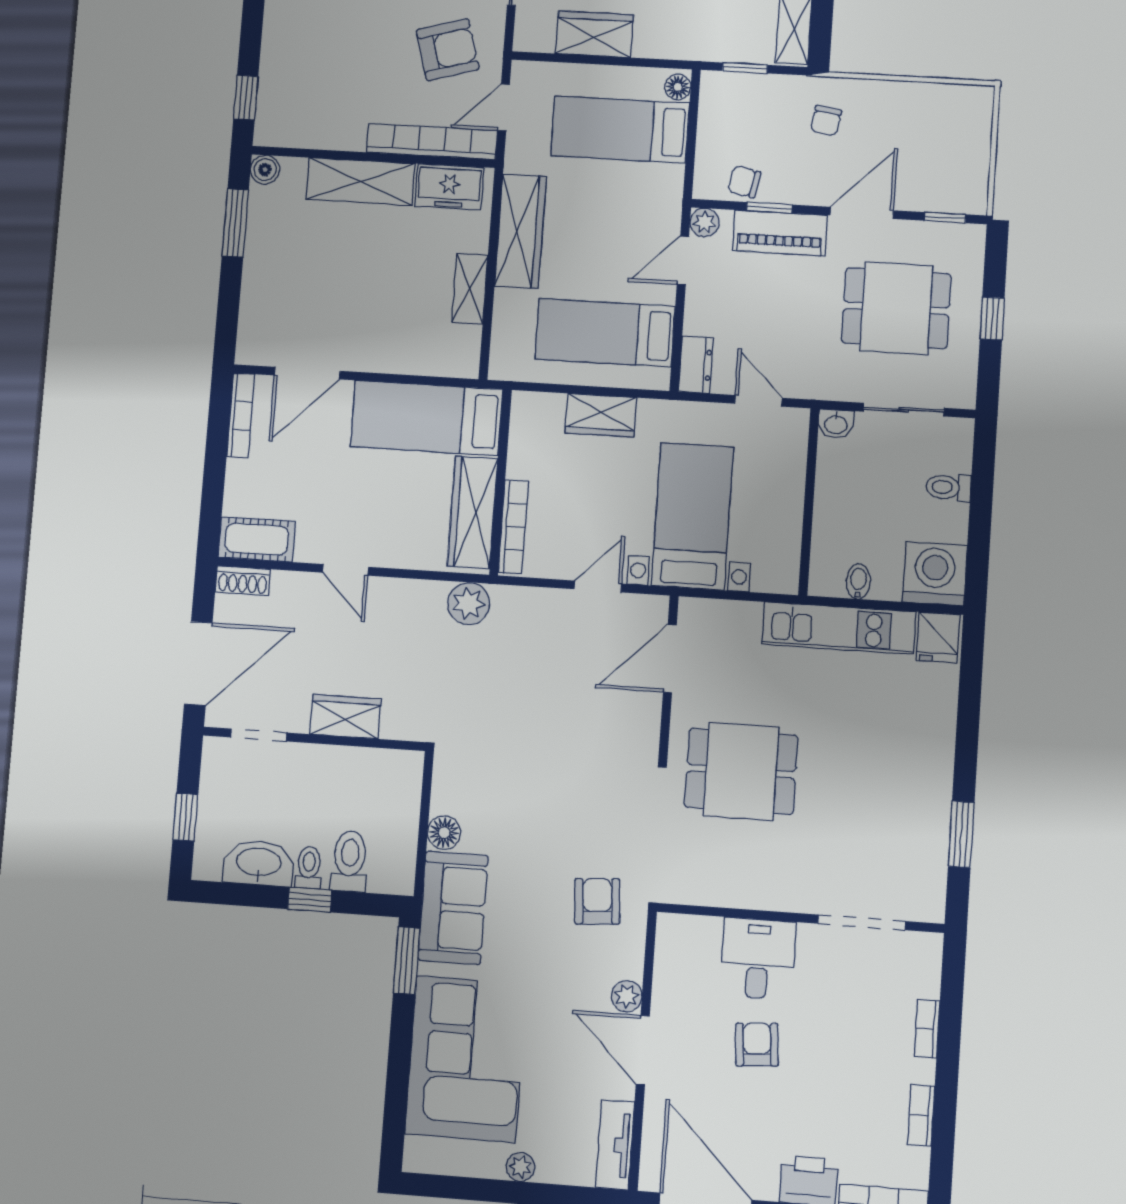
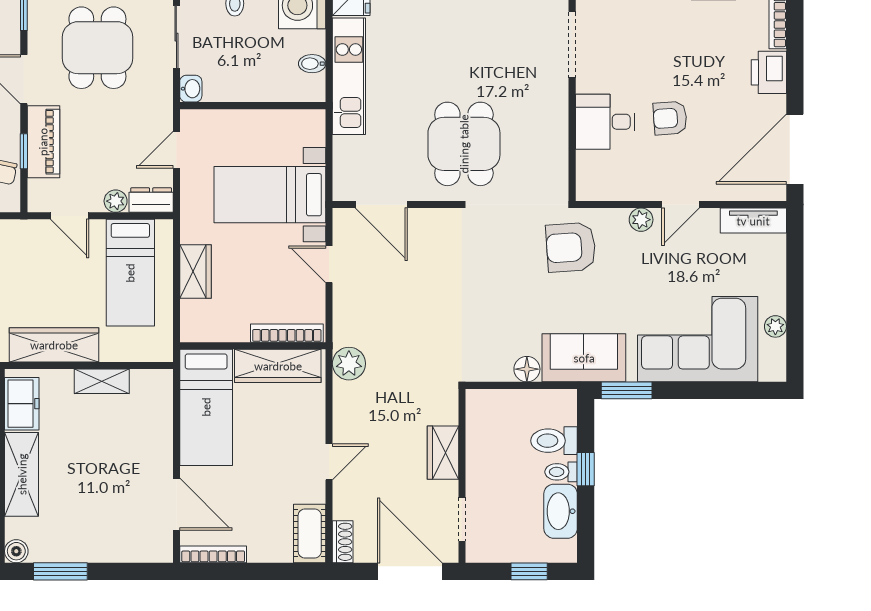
plant: (704, 223) -> (116, 201), moved
armchair: (597, 901) -> (571, 247), width x1.38, depth x1.38
door: (643, 1050) -> (681, 205), width x0.73
plant: (521, 1167) -> (775, 326), moved

